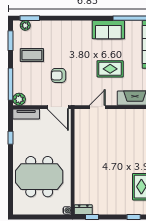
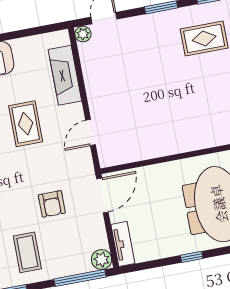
door: (97, 107) -> (91, 132), hinge flipped
window: (10, 138) -> (192, 257), moved

